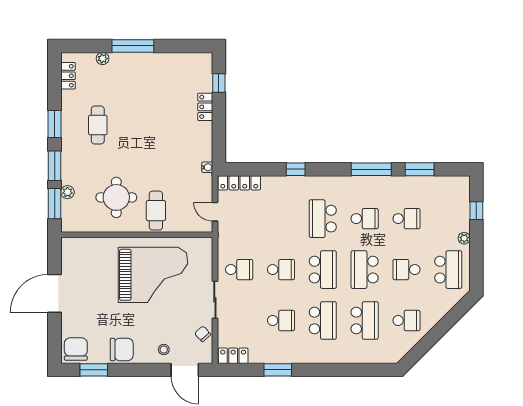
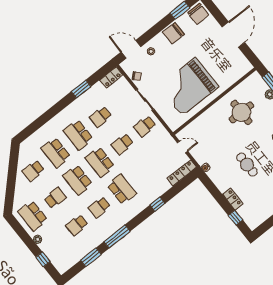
cafe table: (156, 211) -> (247, 165), moved
school desk: (365, 270) -> (78, 180), turned 180

